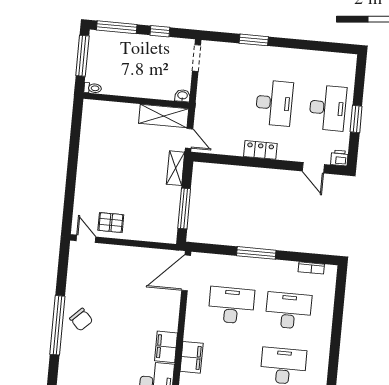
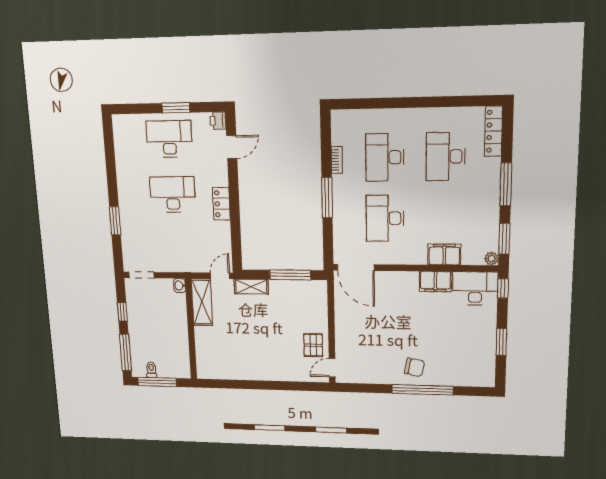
toilet: (93, 88) -> (151, 370), moved
bookcase: (311, 268) -> (337, 160), moved
chair: (81, 320) -> (414, 367), turned 55

